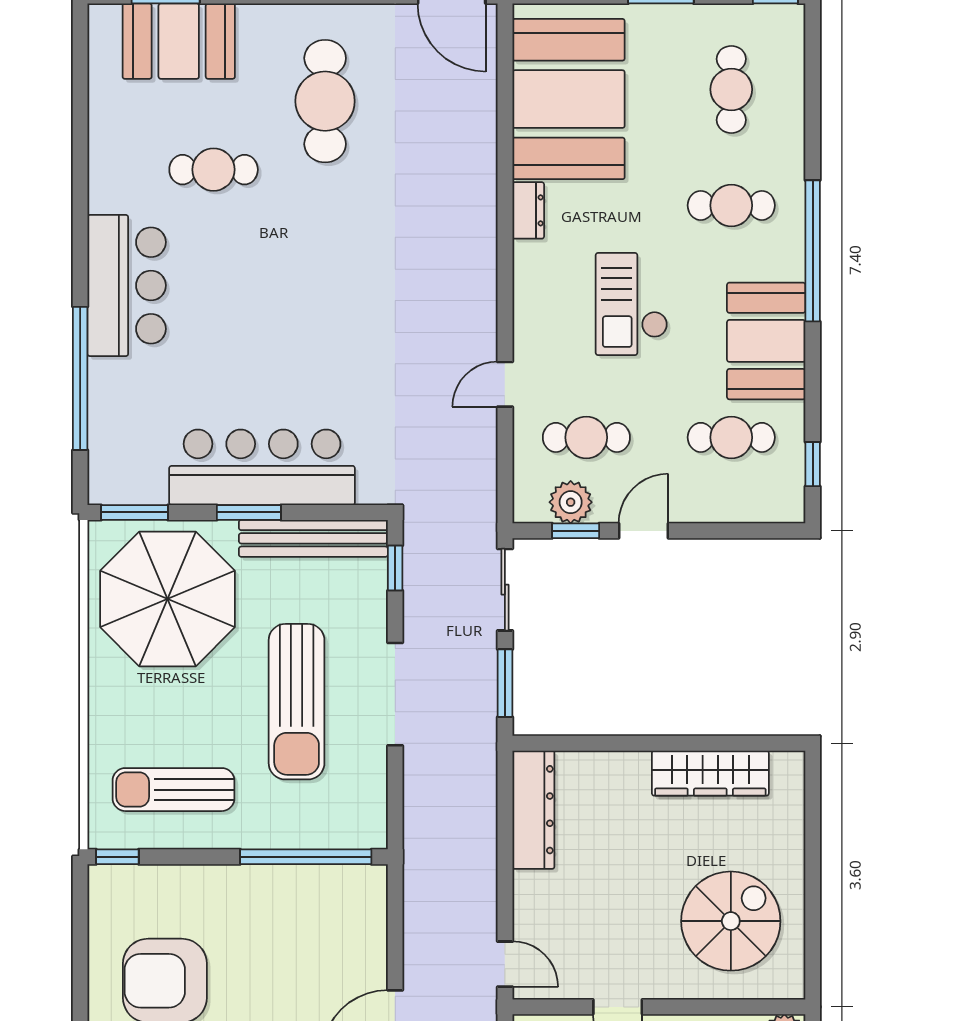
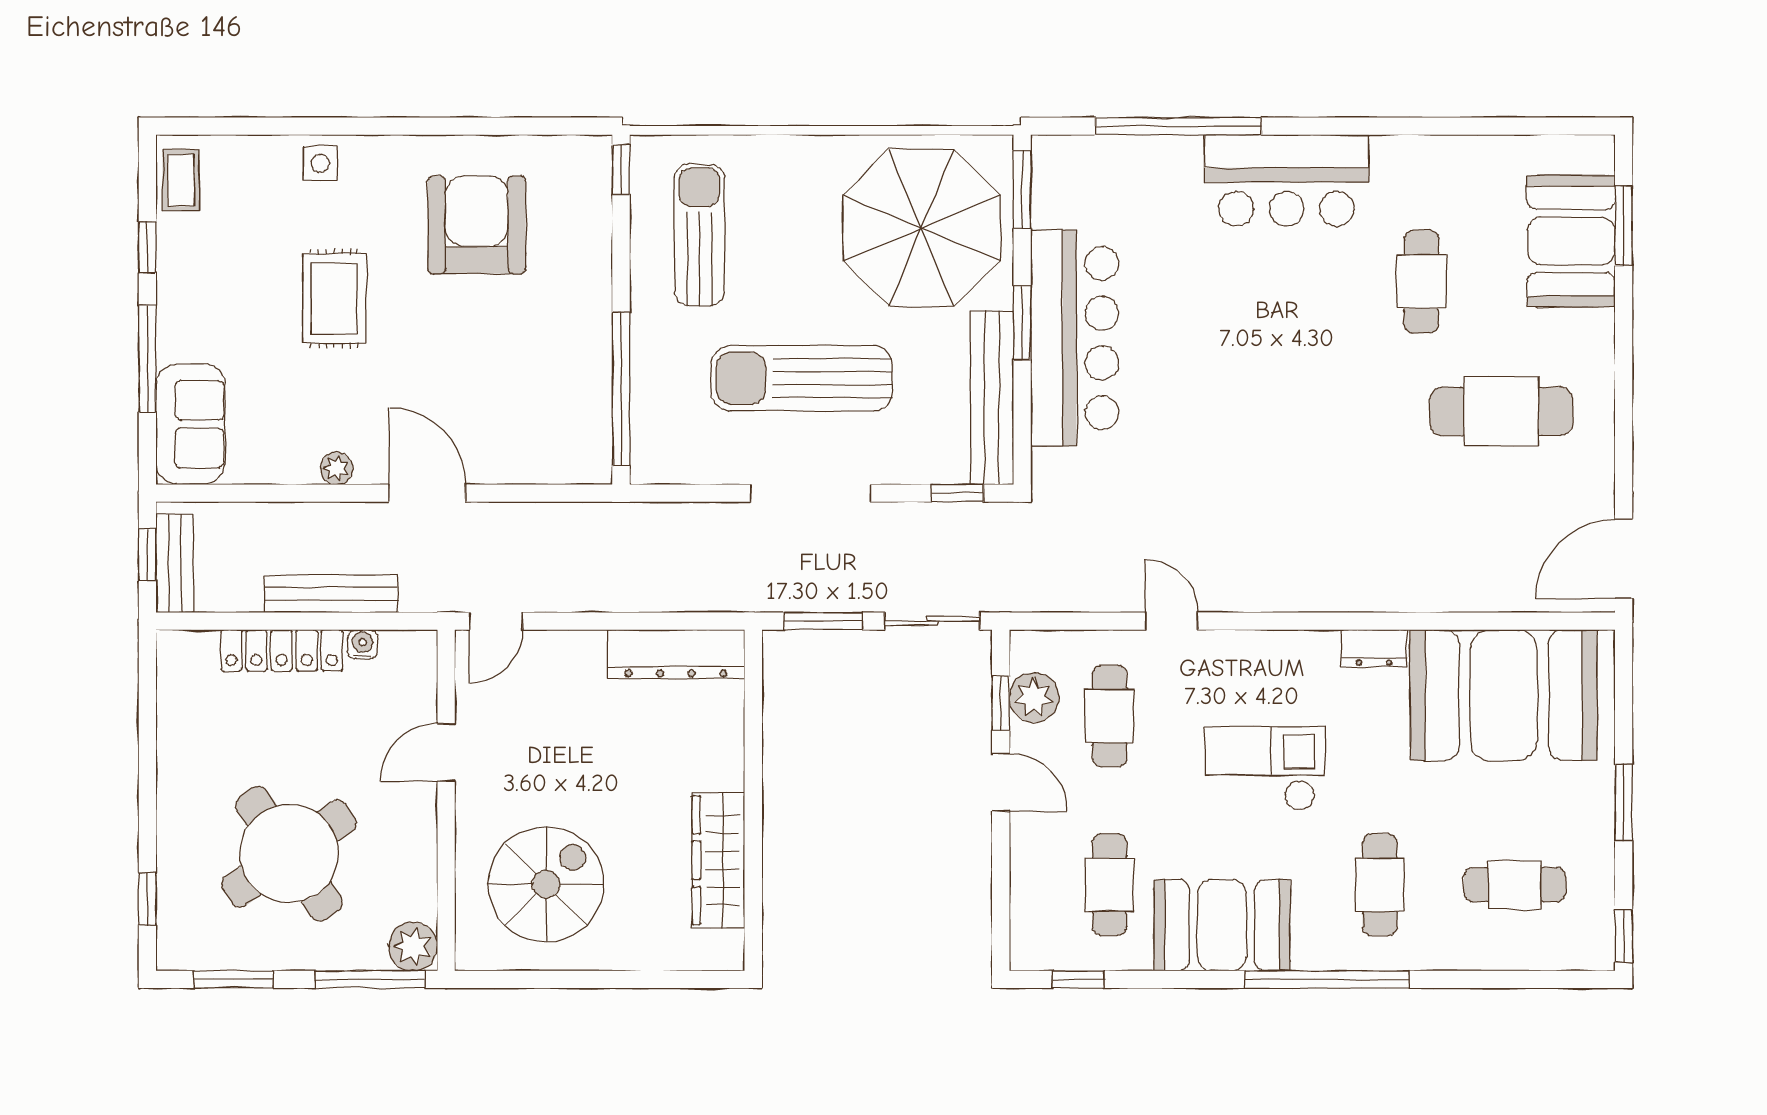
spiral stairs: (731, 921) -> (546, 884), turned -90

